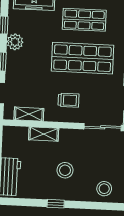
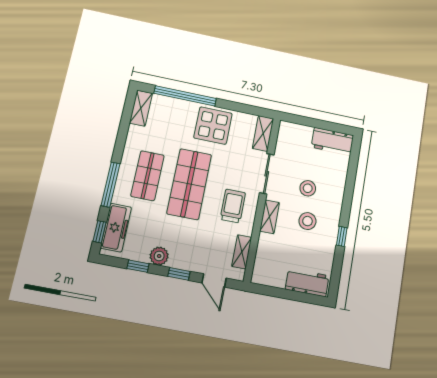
trolley: (68, 100) -> (233, 206), width x1.36, depth x1.39
shelving: (44, 134) -> (270, 217), moved
stool: (104, 189) -> (308, 188), moved

